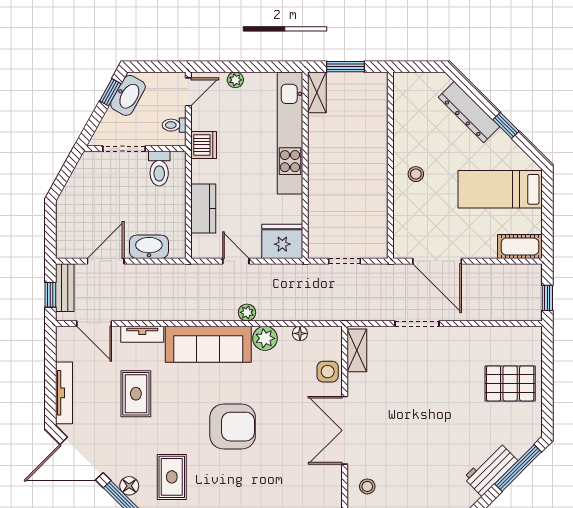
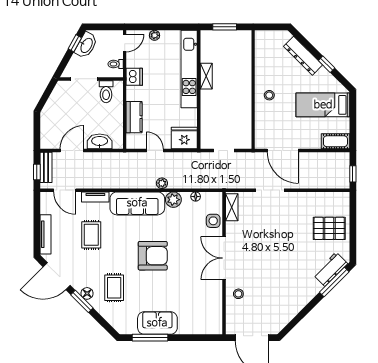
shelving: (317, 92) -> (206, 76), moved
workbench: (491, 469) -> (330, 269), moved

